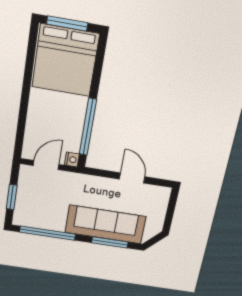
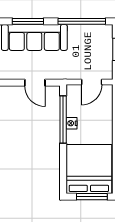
nightstand: (72, 159) -> (72, 123), moved
door: (132, 178) -> (35, 83), moved

